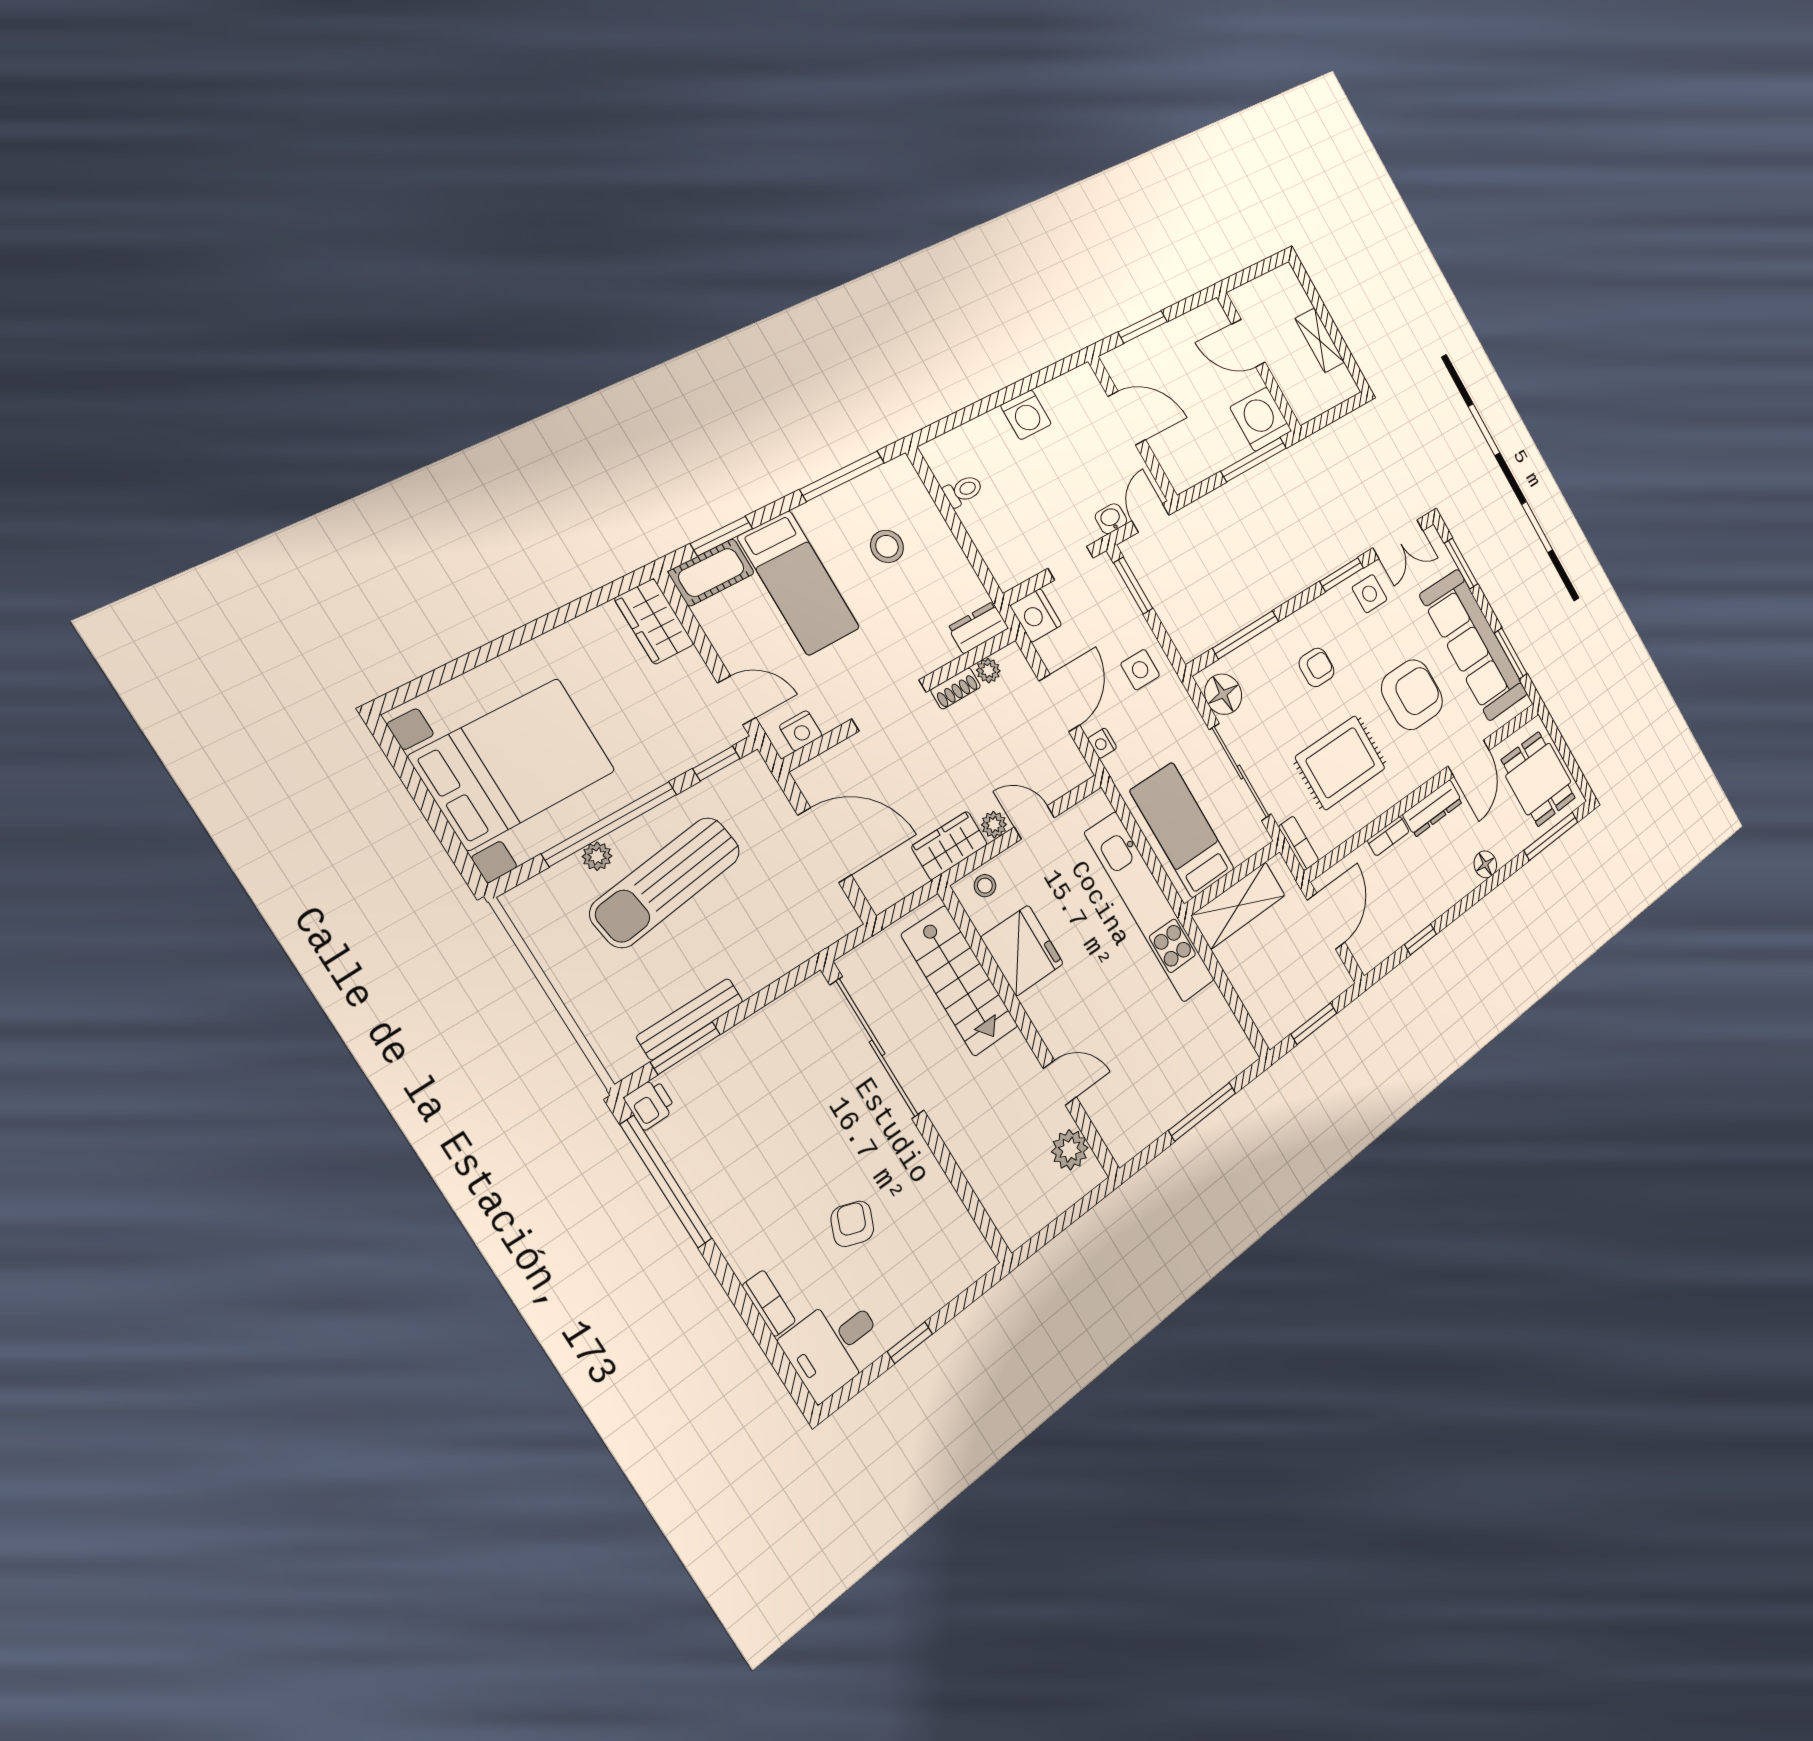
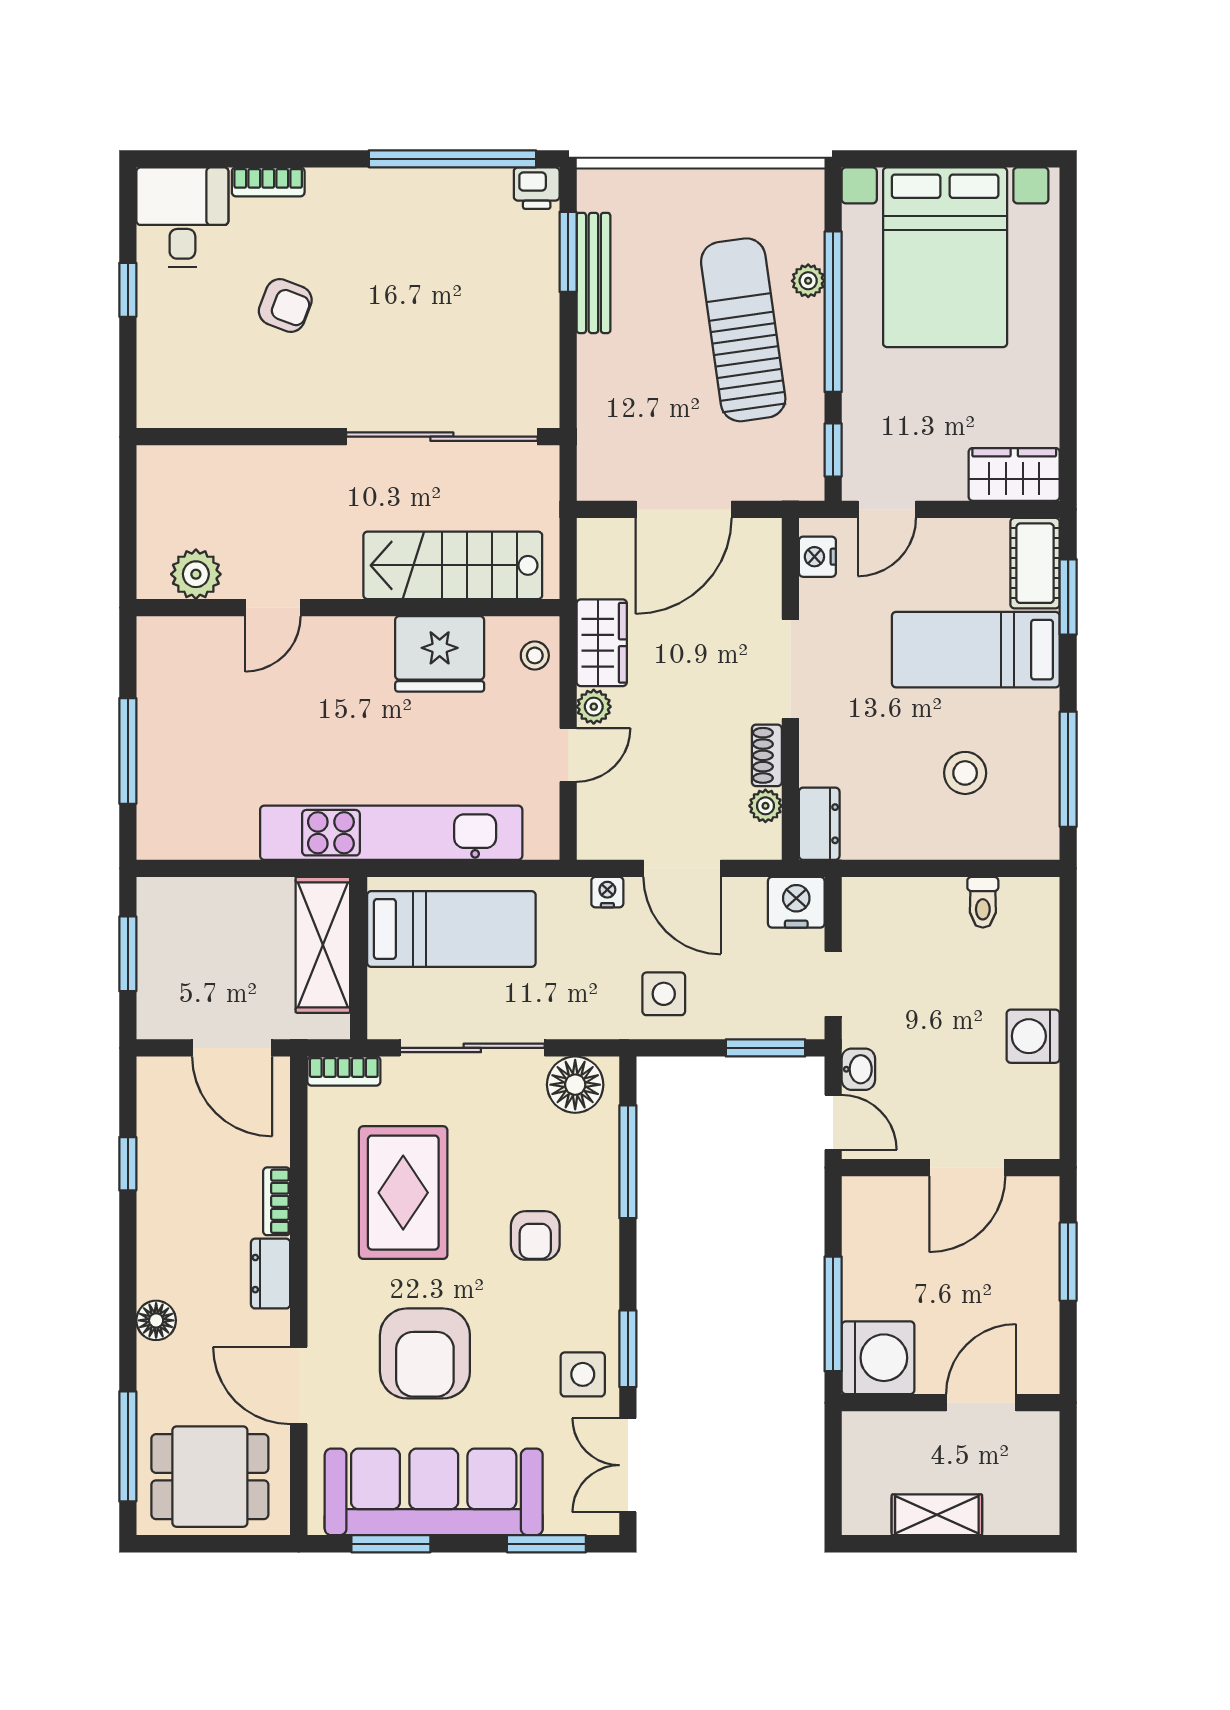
dresser: (1433, 808) -> (271, 1274), width x0.70

